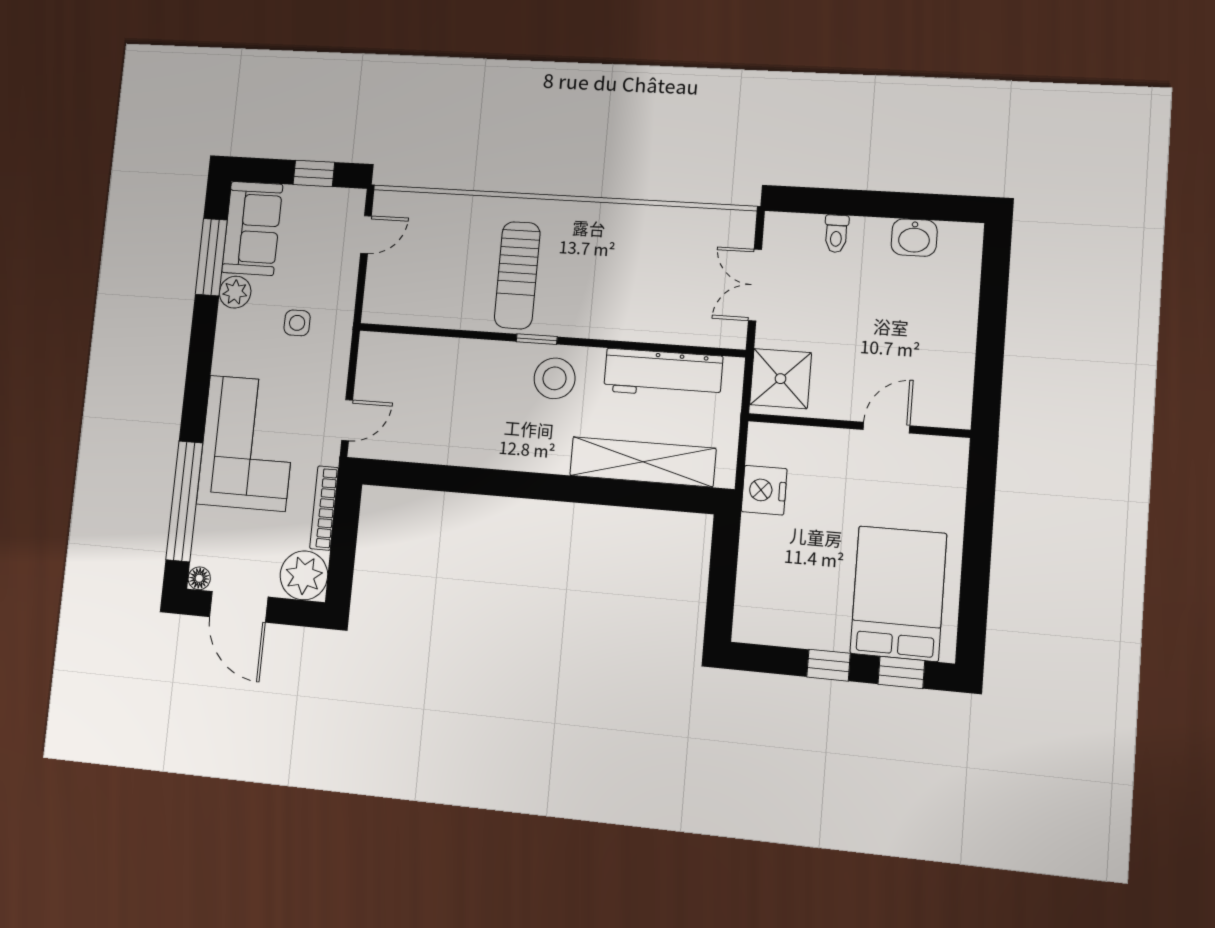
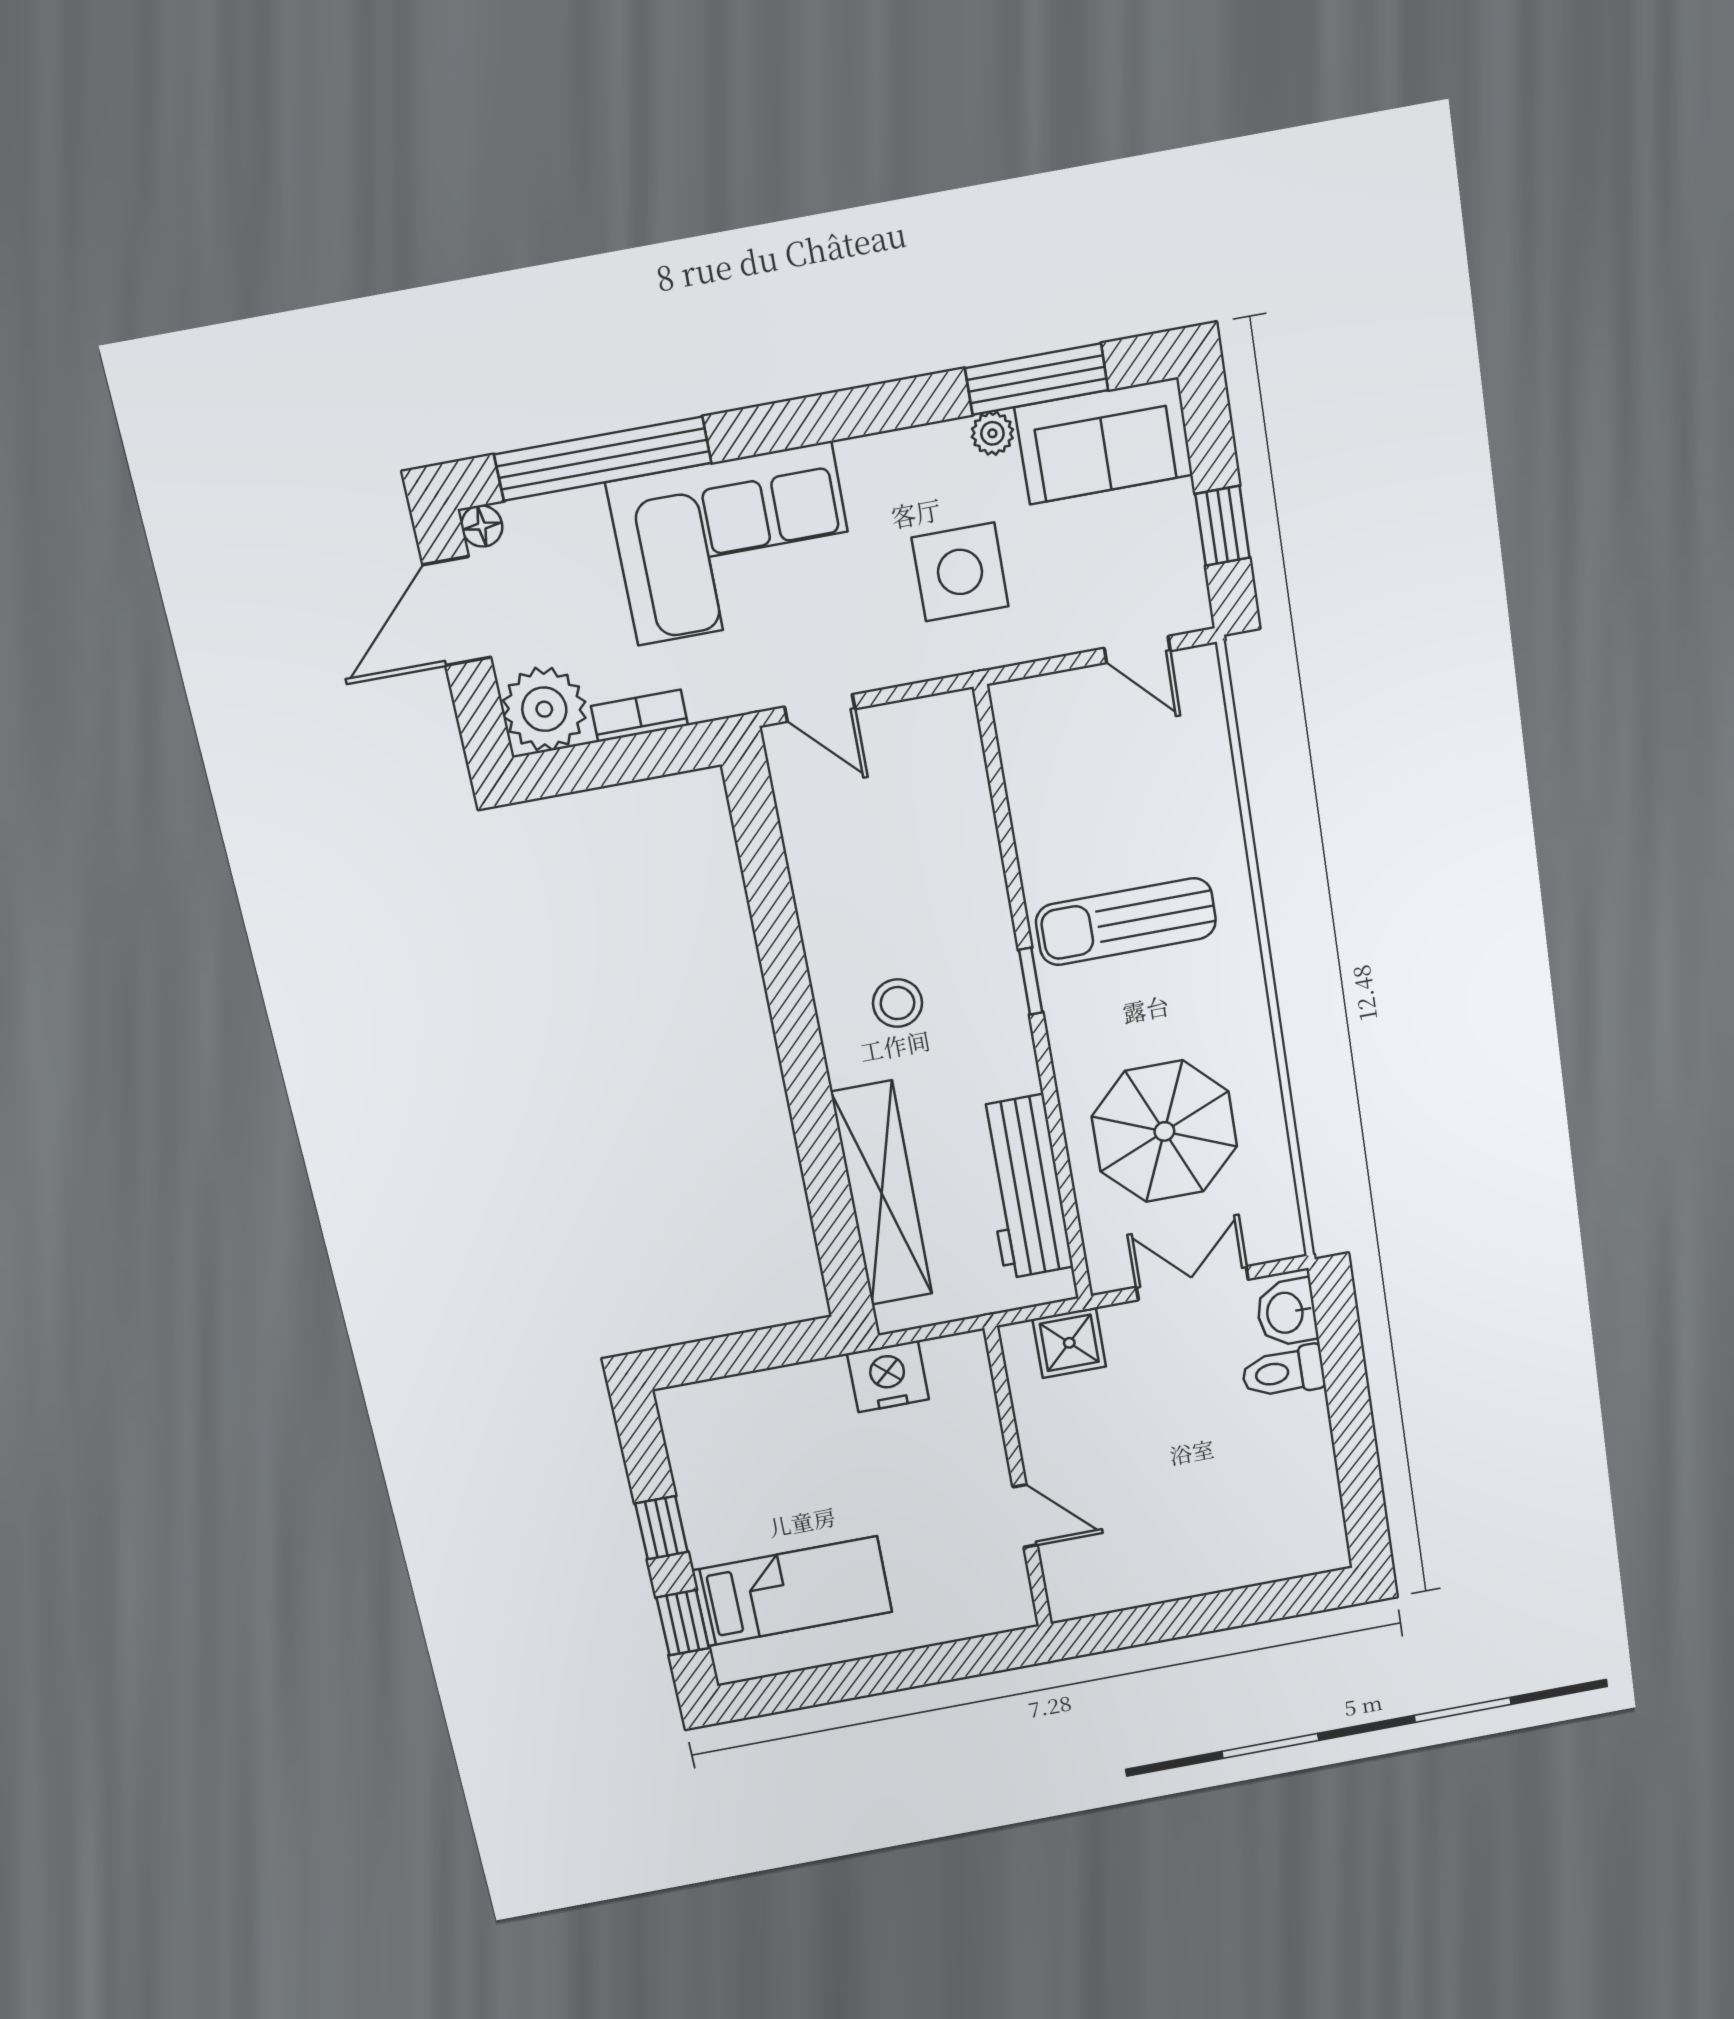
toilet: (836, 234) -> (1283, 1372), width x1.37, depth x1.39
washbasin: (914, 238) -> (1287, 1313), moved
parasol: (652, 281) -> (1164, 1131), added
plant: (235, 292) -> (992, 433), width x0.73, depth x0.73
side table: (297, 323) -> (960, 572), width x1.87, depth x1.87
stool: (555, 378) -> (898, 1003), moved, width x0.73, depth x0.73
shower: (780, 379) -> (1069, 1343), width x0.73, depth x0.73
bookcase: (324, 508) -> (639, 716), width x0.64
bed: (898, 593) -> (792, 1591), width x0.67

